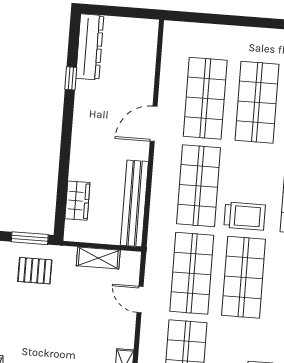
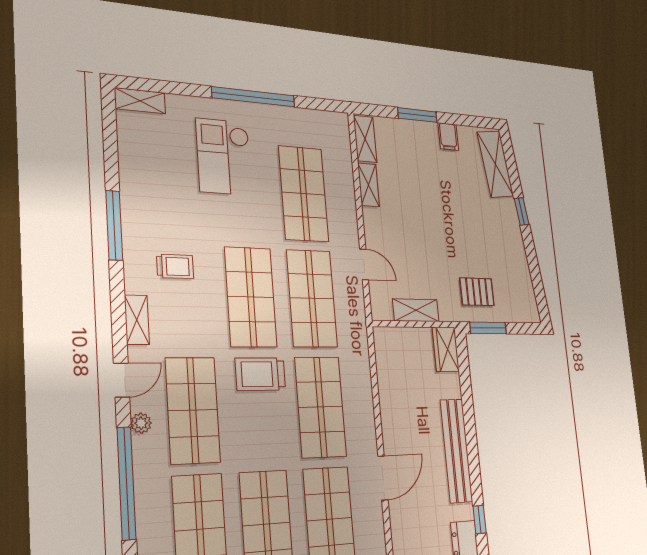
wardrobe: (77, 201) -> (446, 349), moved
bench: (134, 203) -> (456, 451), moved

